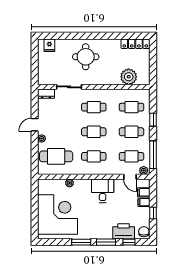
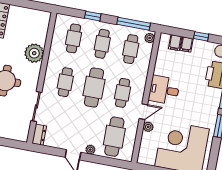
plant: (129, 77) -> (34, 53), moved
cafe table: (94, 132) -> (94, 88), width x1.37, depth x1.35
door: (130, 177) -> (143, 112), moved

